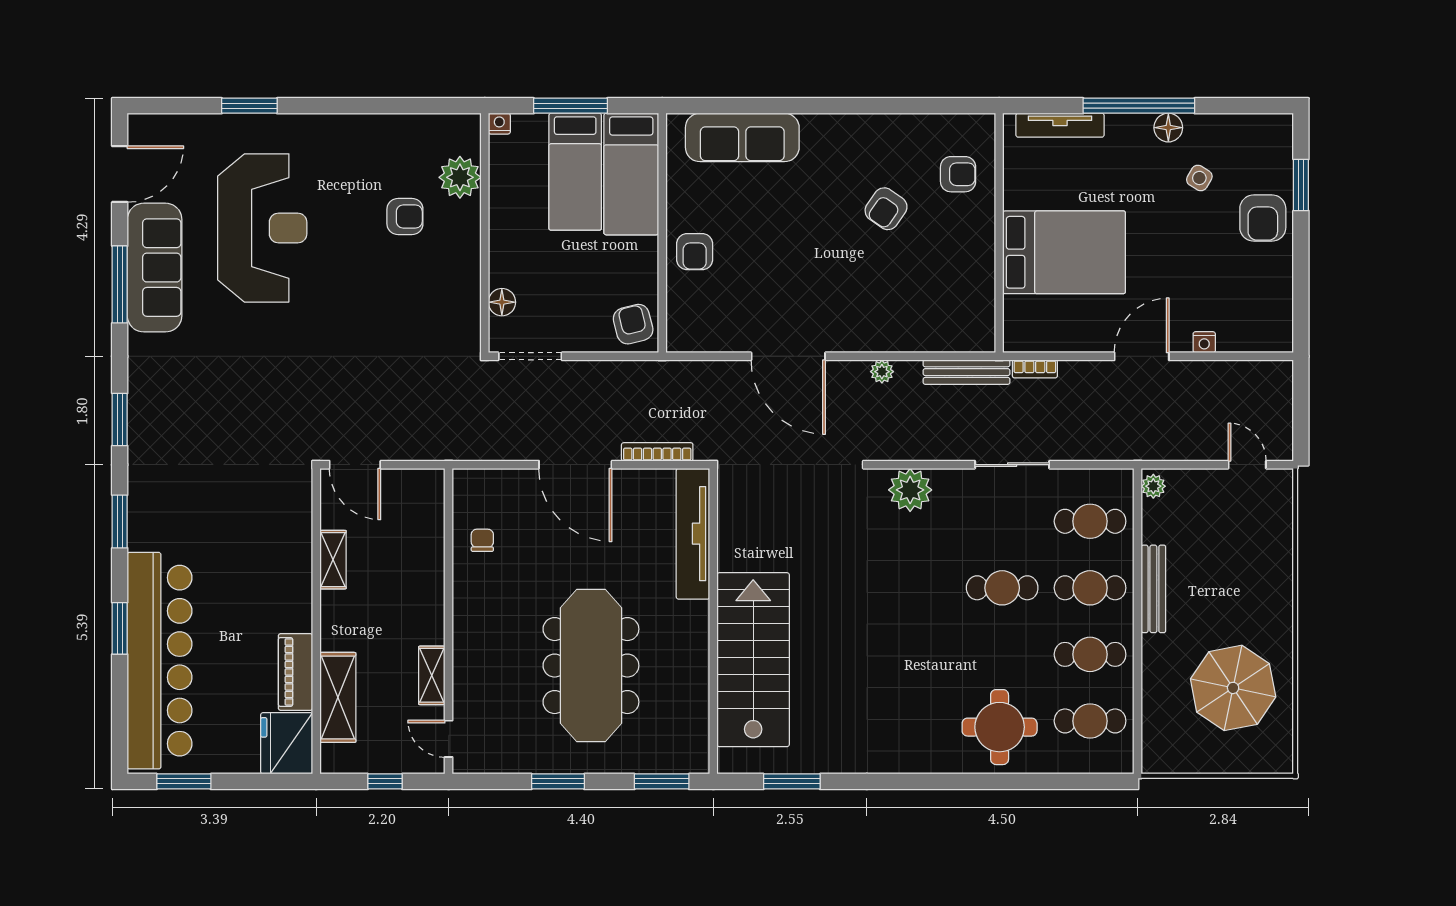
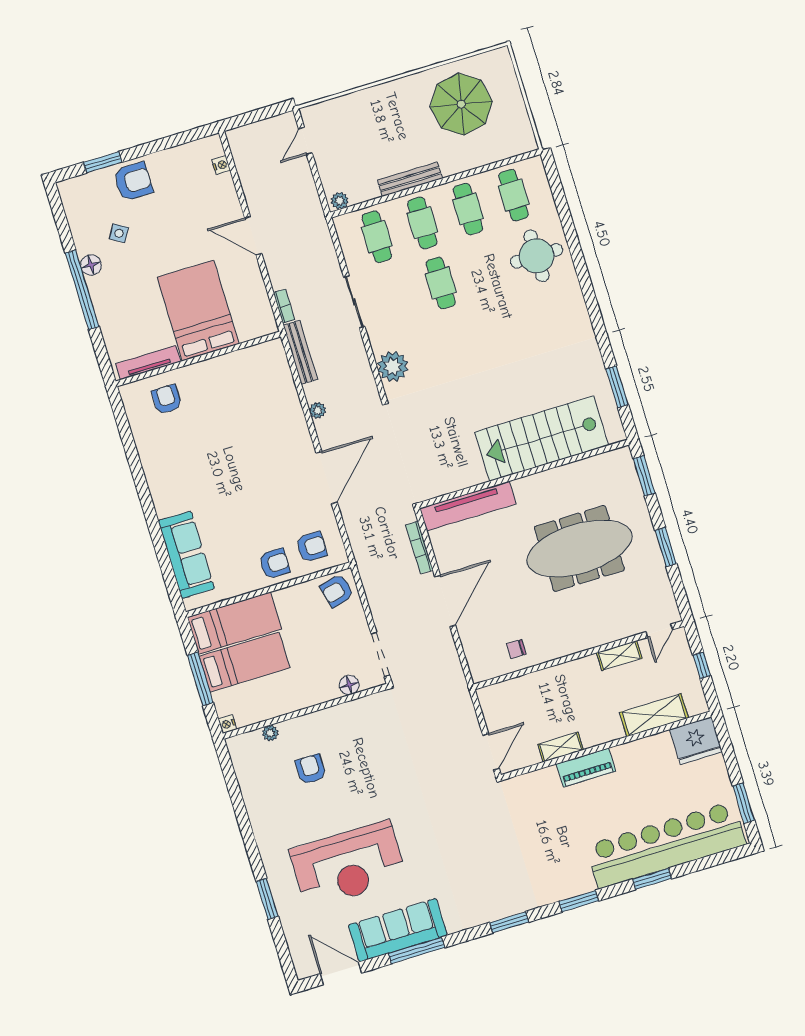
tv unit: (1060, 125) -> (148, 363), moved, turned -90
plant: (460, 177) -> (270, 733), width x0.53, depth x0.53
armchair: (886, 209) -> (311, 547), moved, turned -35
reception desk: (262, 228) -> (348, 865), turned 180
nightstand: (1204, 342) -> (221, 165), moved
piano: (295, 672) -> (586, 768), moved

